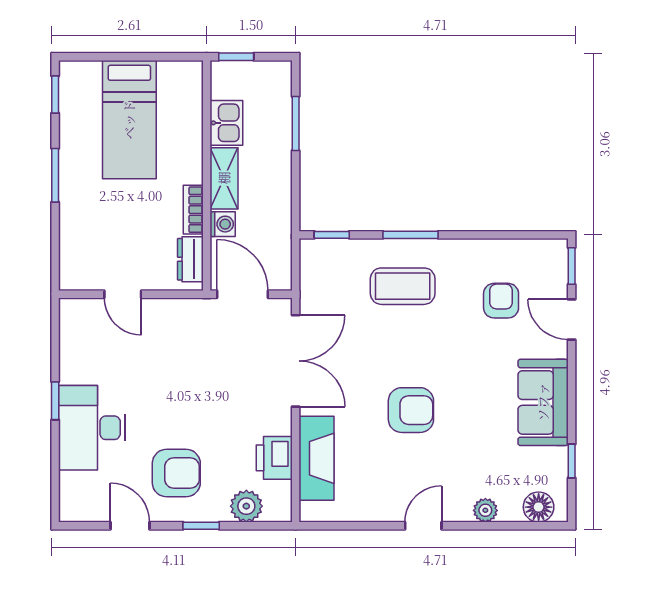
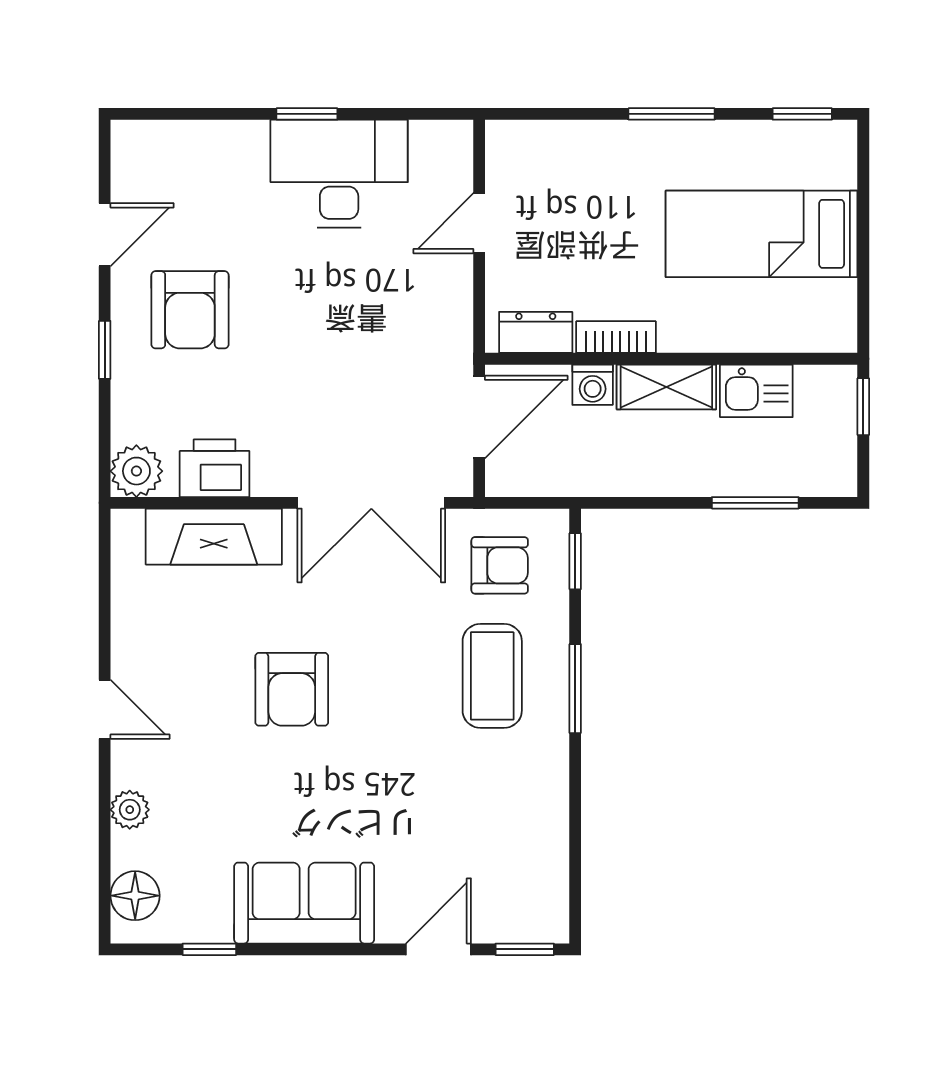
armchair: (501, 301) -> (500, 565), moved
desk: (92, 428) -> (339, 174), moved
plant: (246, 506) -> (136, 471), moved

